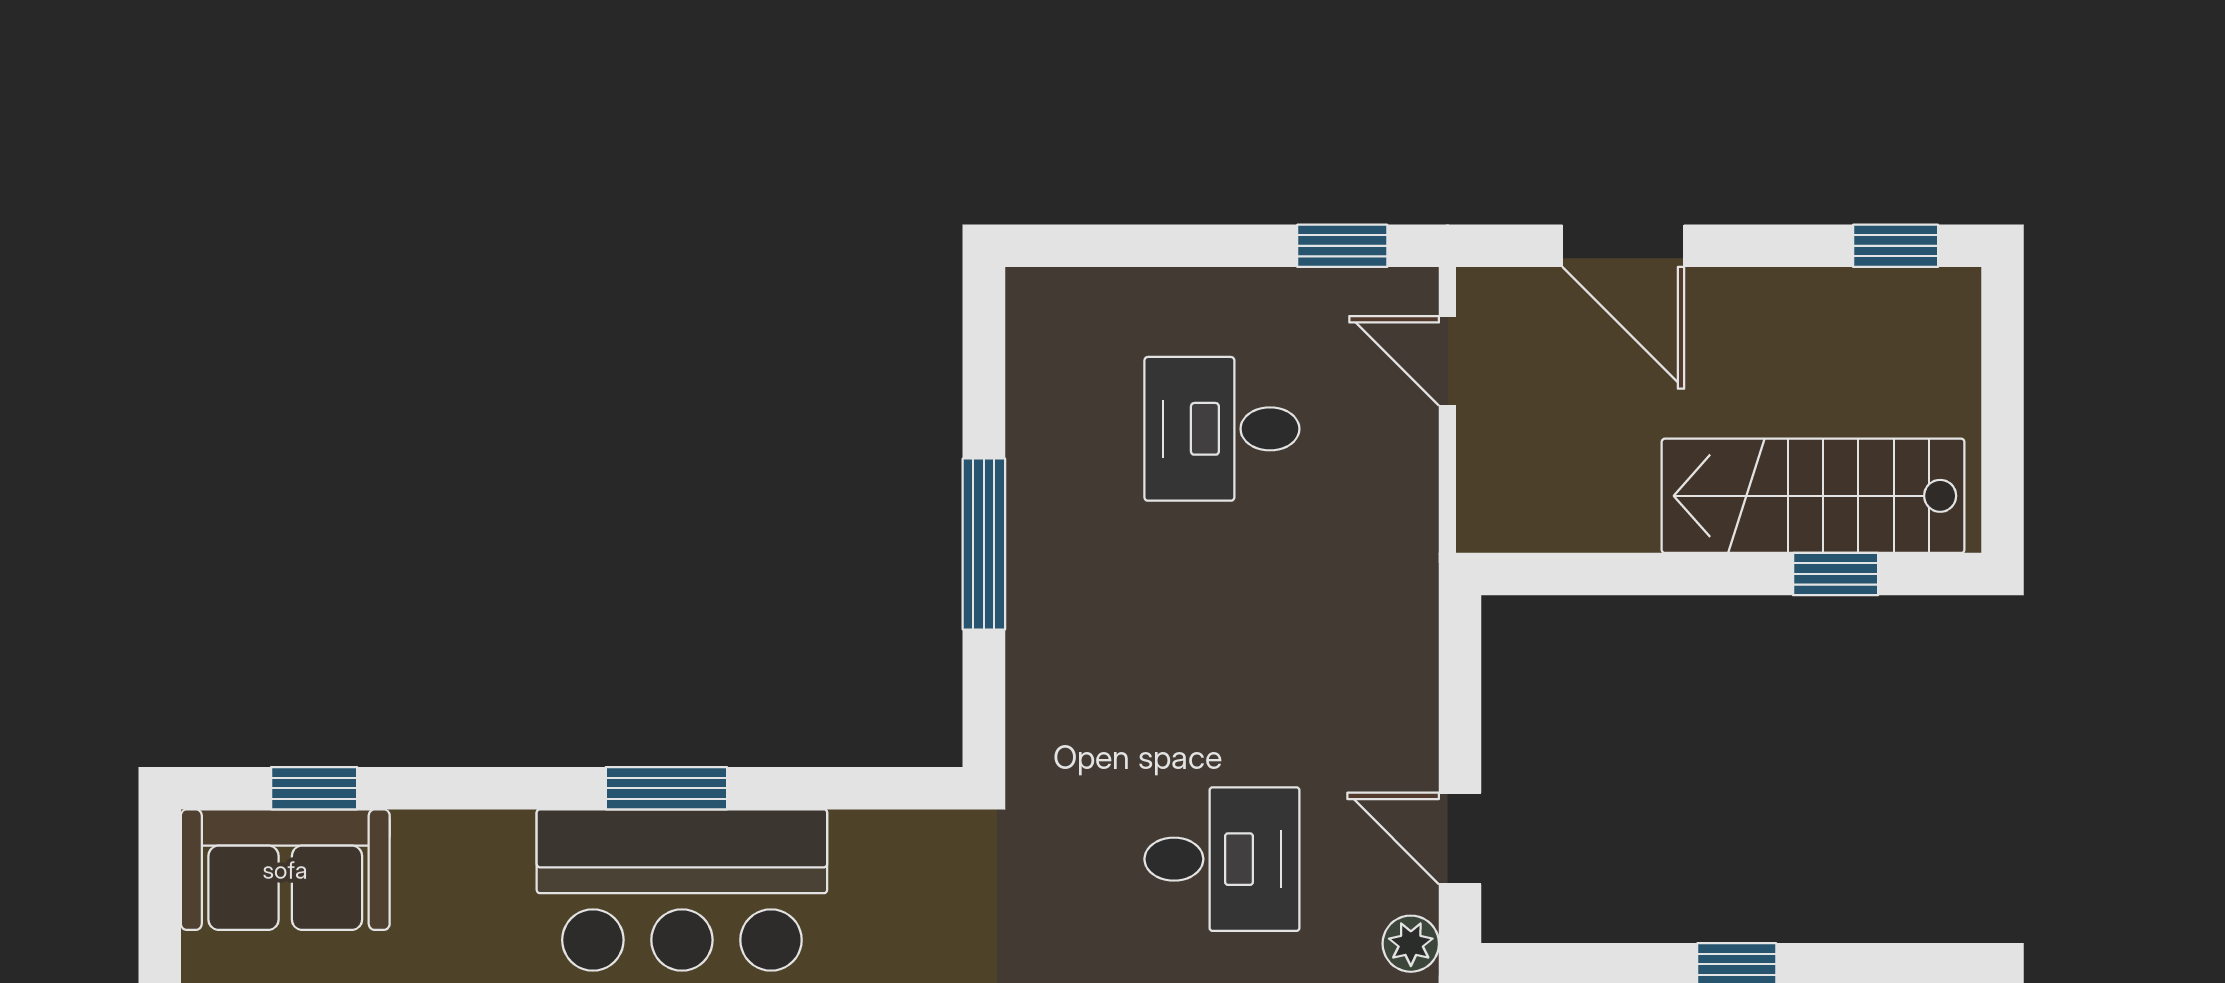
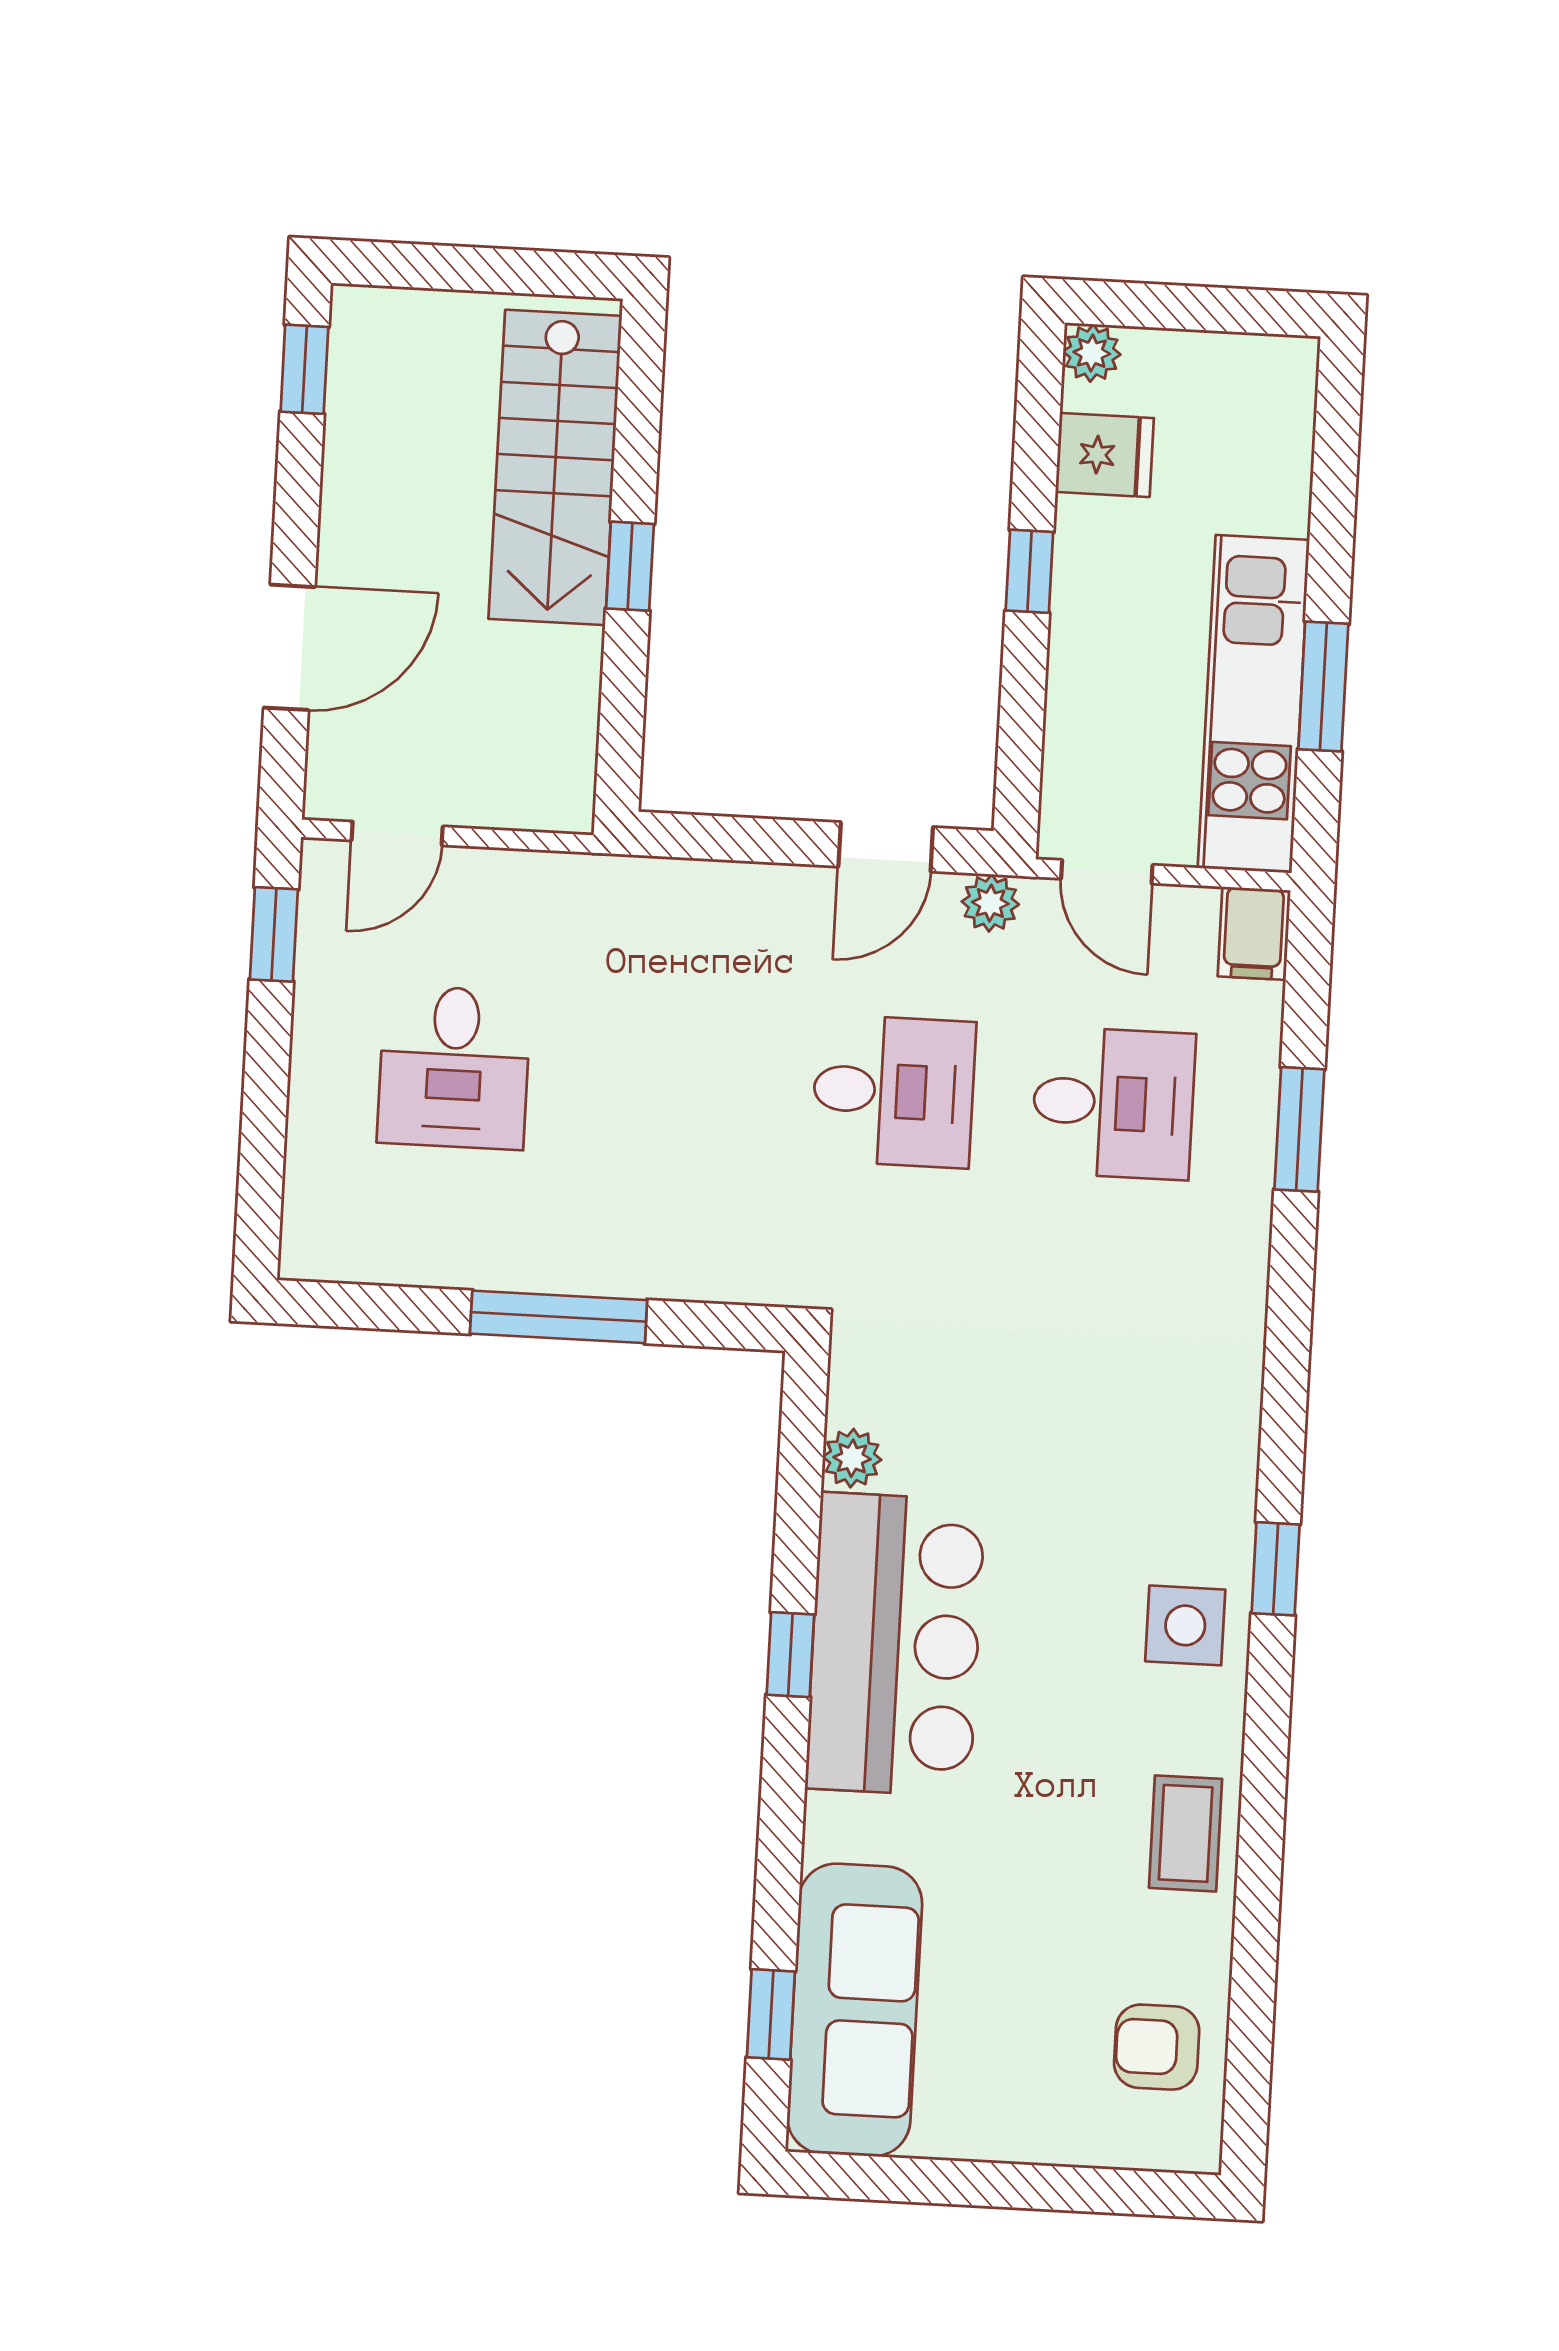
window: (1836, 574) -> (630, 566), moved
window: (666, 788) -> (790, 1655), width x0.67
plant: (861, 838) -> (852, 1458), added
desk: (1222, 859) -> (894, 1091), turned 90
sofa: (285, 870) -> (855, 2010), width x1.36

